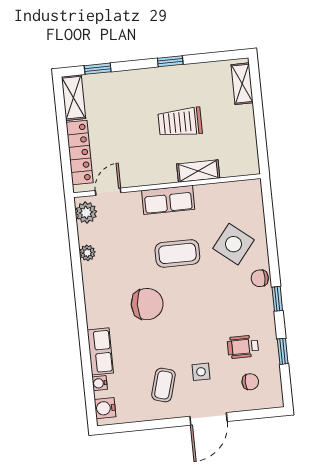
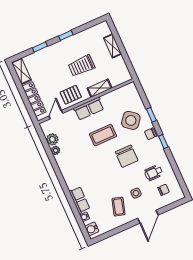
window: (98, 69) -> (40, 47), moved
shelving: (242, 84) -> (113, 46), moved
pallet: (145, 166) -> (71, 95), added
plant: (86, 213) -> (52, 139), moved
chair: (147, 304) -> (127, 156), moved, turned 88
window: (283, 351) -> (151, 115), moved

